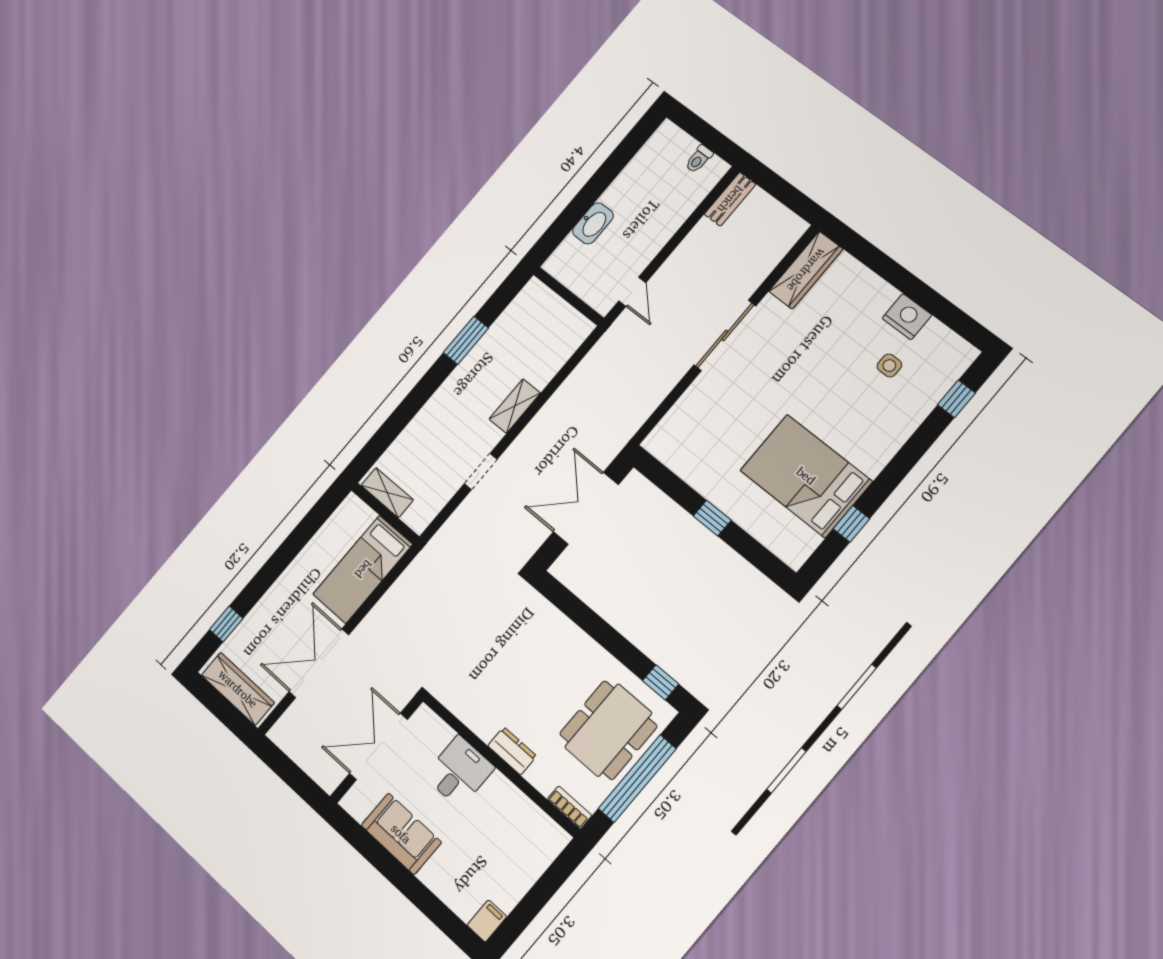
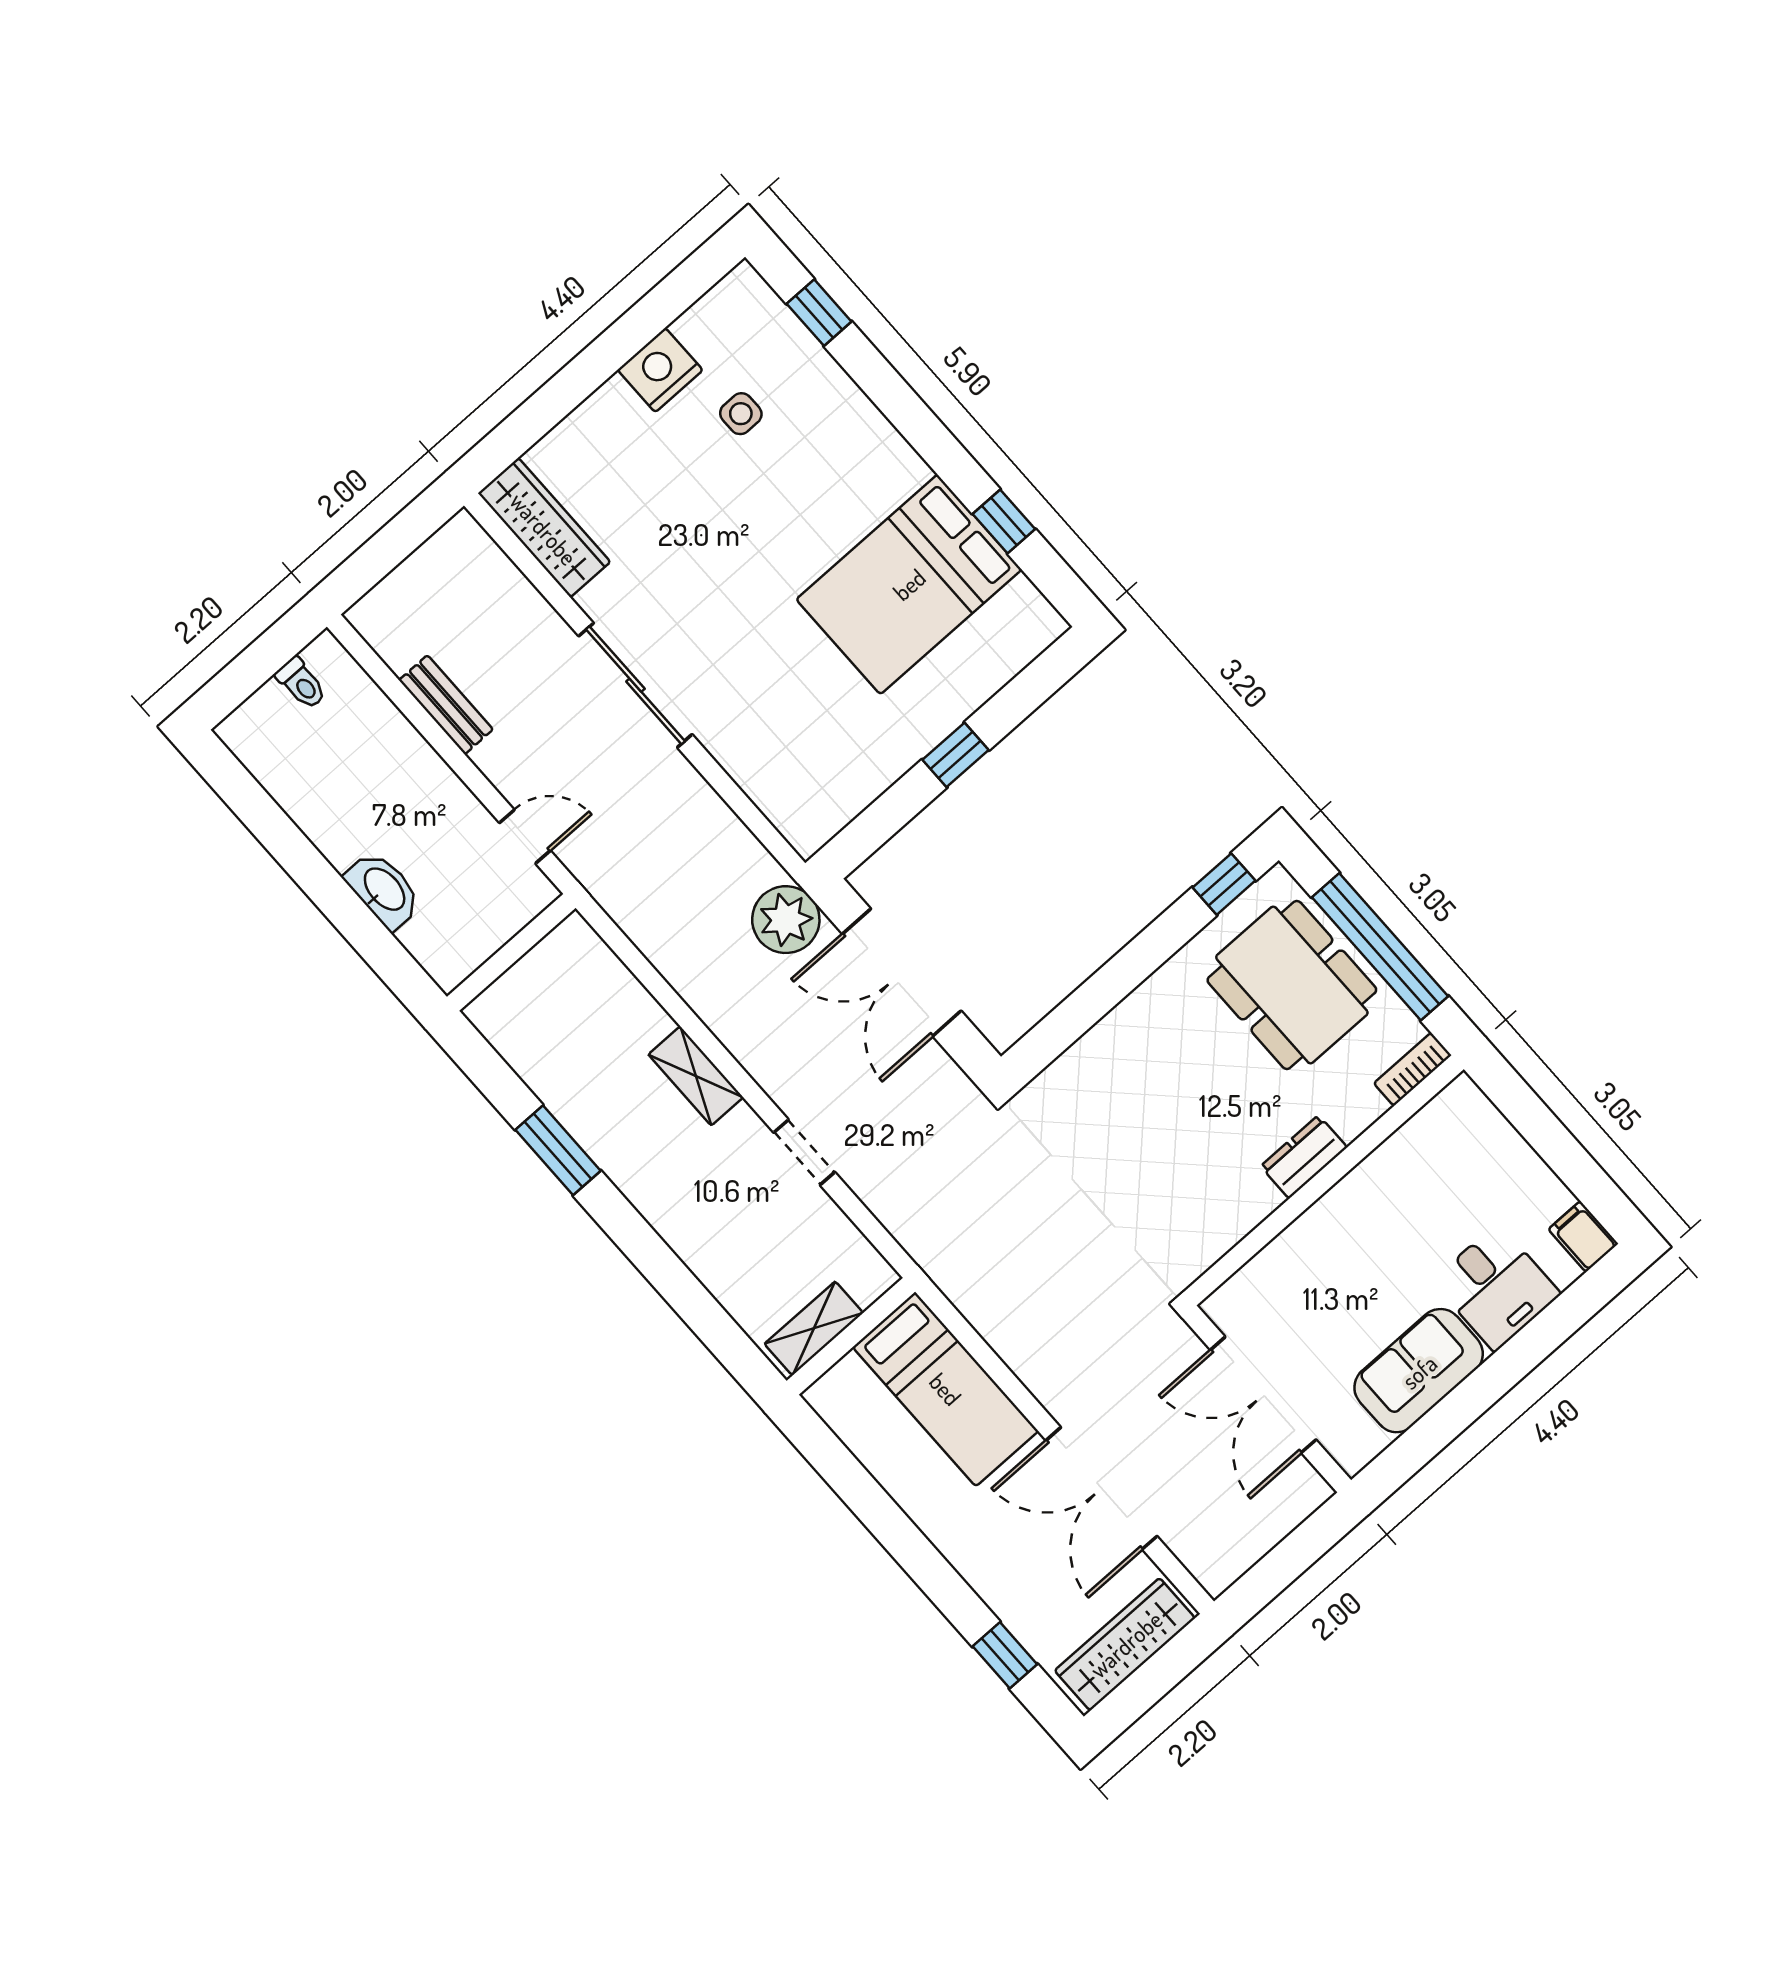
bench: (730, 199) -> (446, 705), moved
plant: (606, 440) -> (786, 920), added
desk: (459, 772) -> (1496, 1287), moved, turned 180

